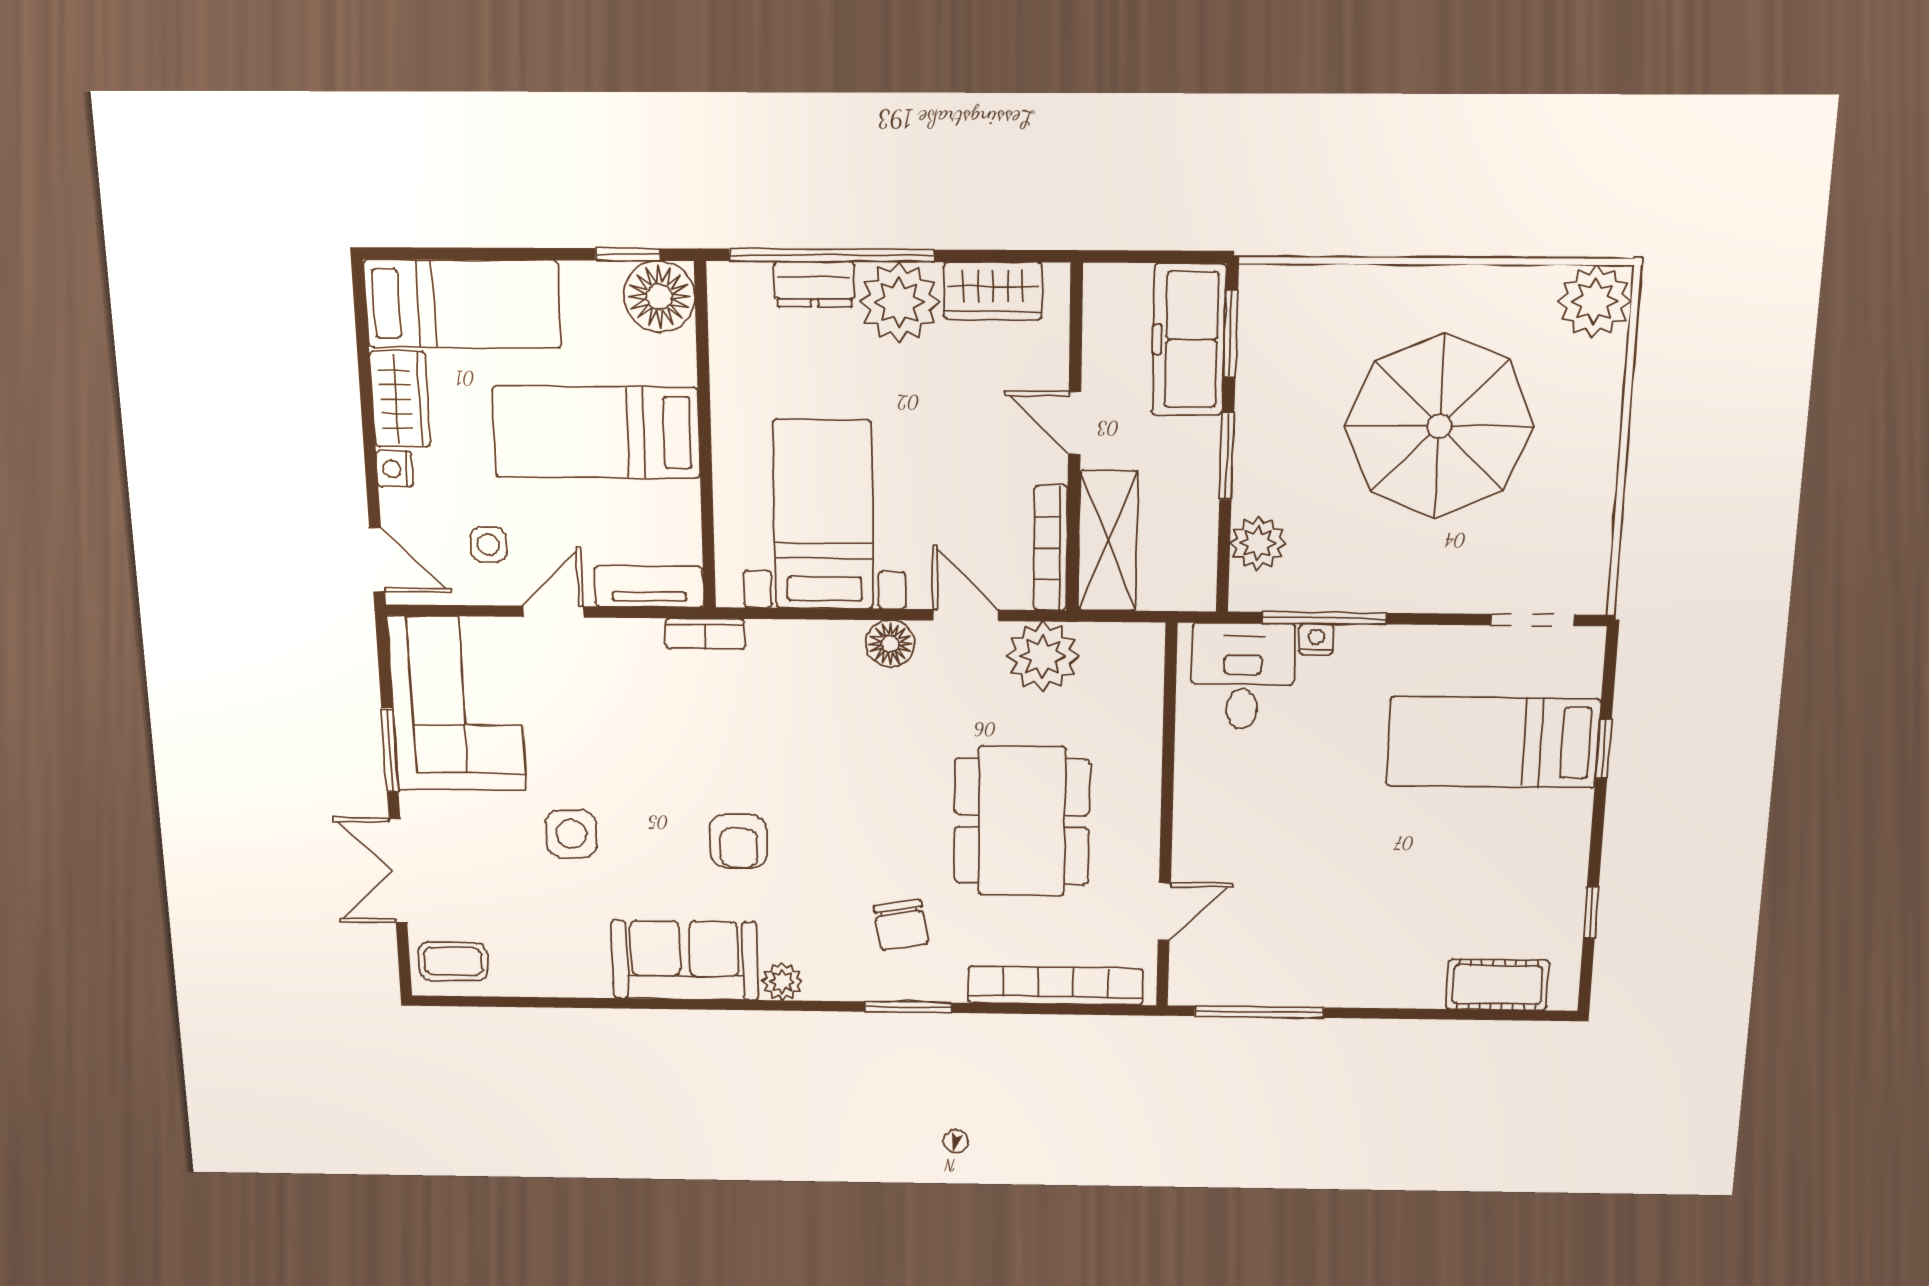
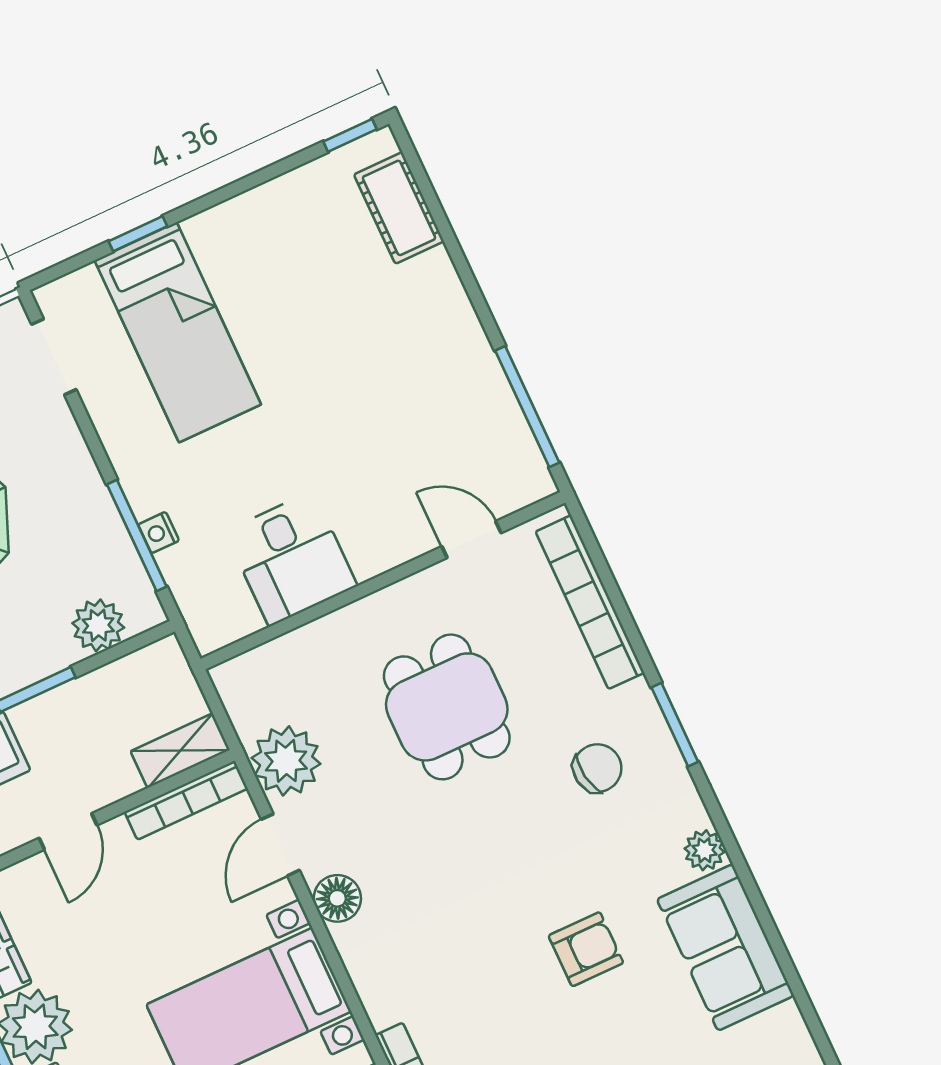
shelving: (1108, 541) -> (180, 751), width x0.67, depth x0.75
desk: (1243, 676) -> (291, 559), moved, turned -90
dining table: (1022, 821) -> (447, 707), width x0.73
window: (1591, 913) -> (350, 135), moved

